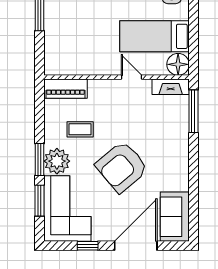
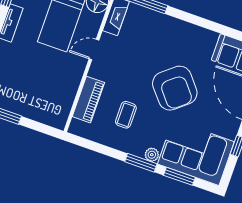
piano: (65, 89) -> (88, 100), moved
plant: (57, 161) -> (152, 155), width x0.53, depth x0.53

